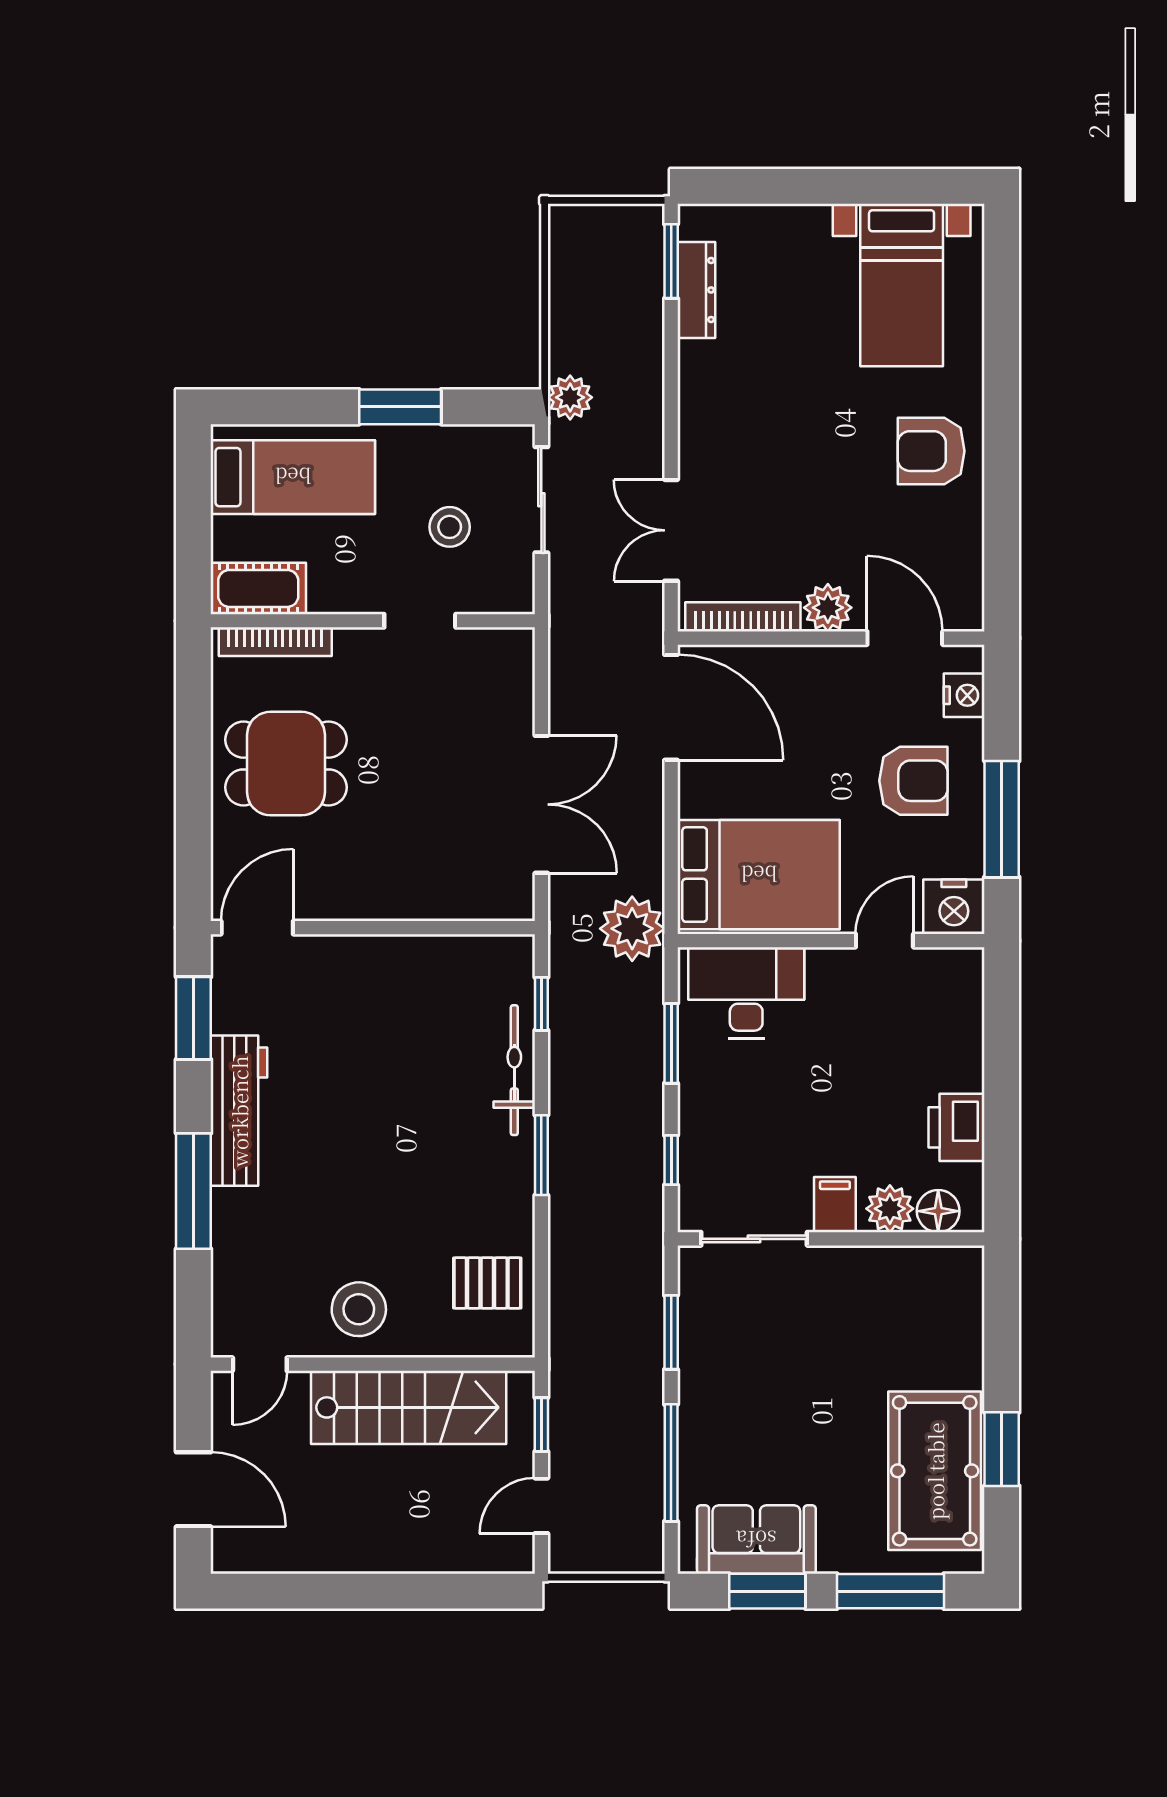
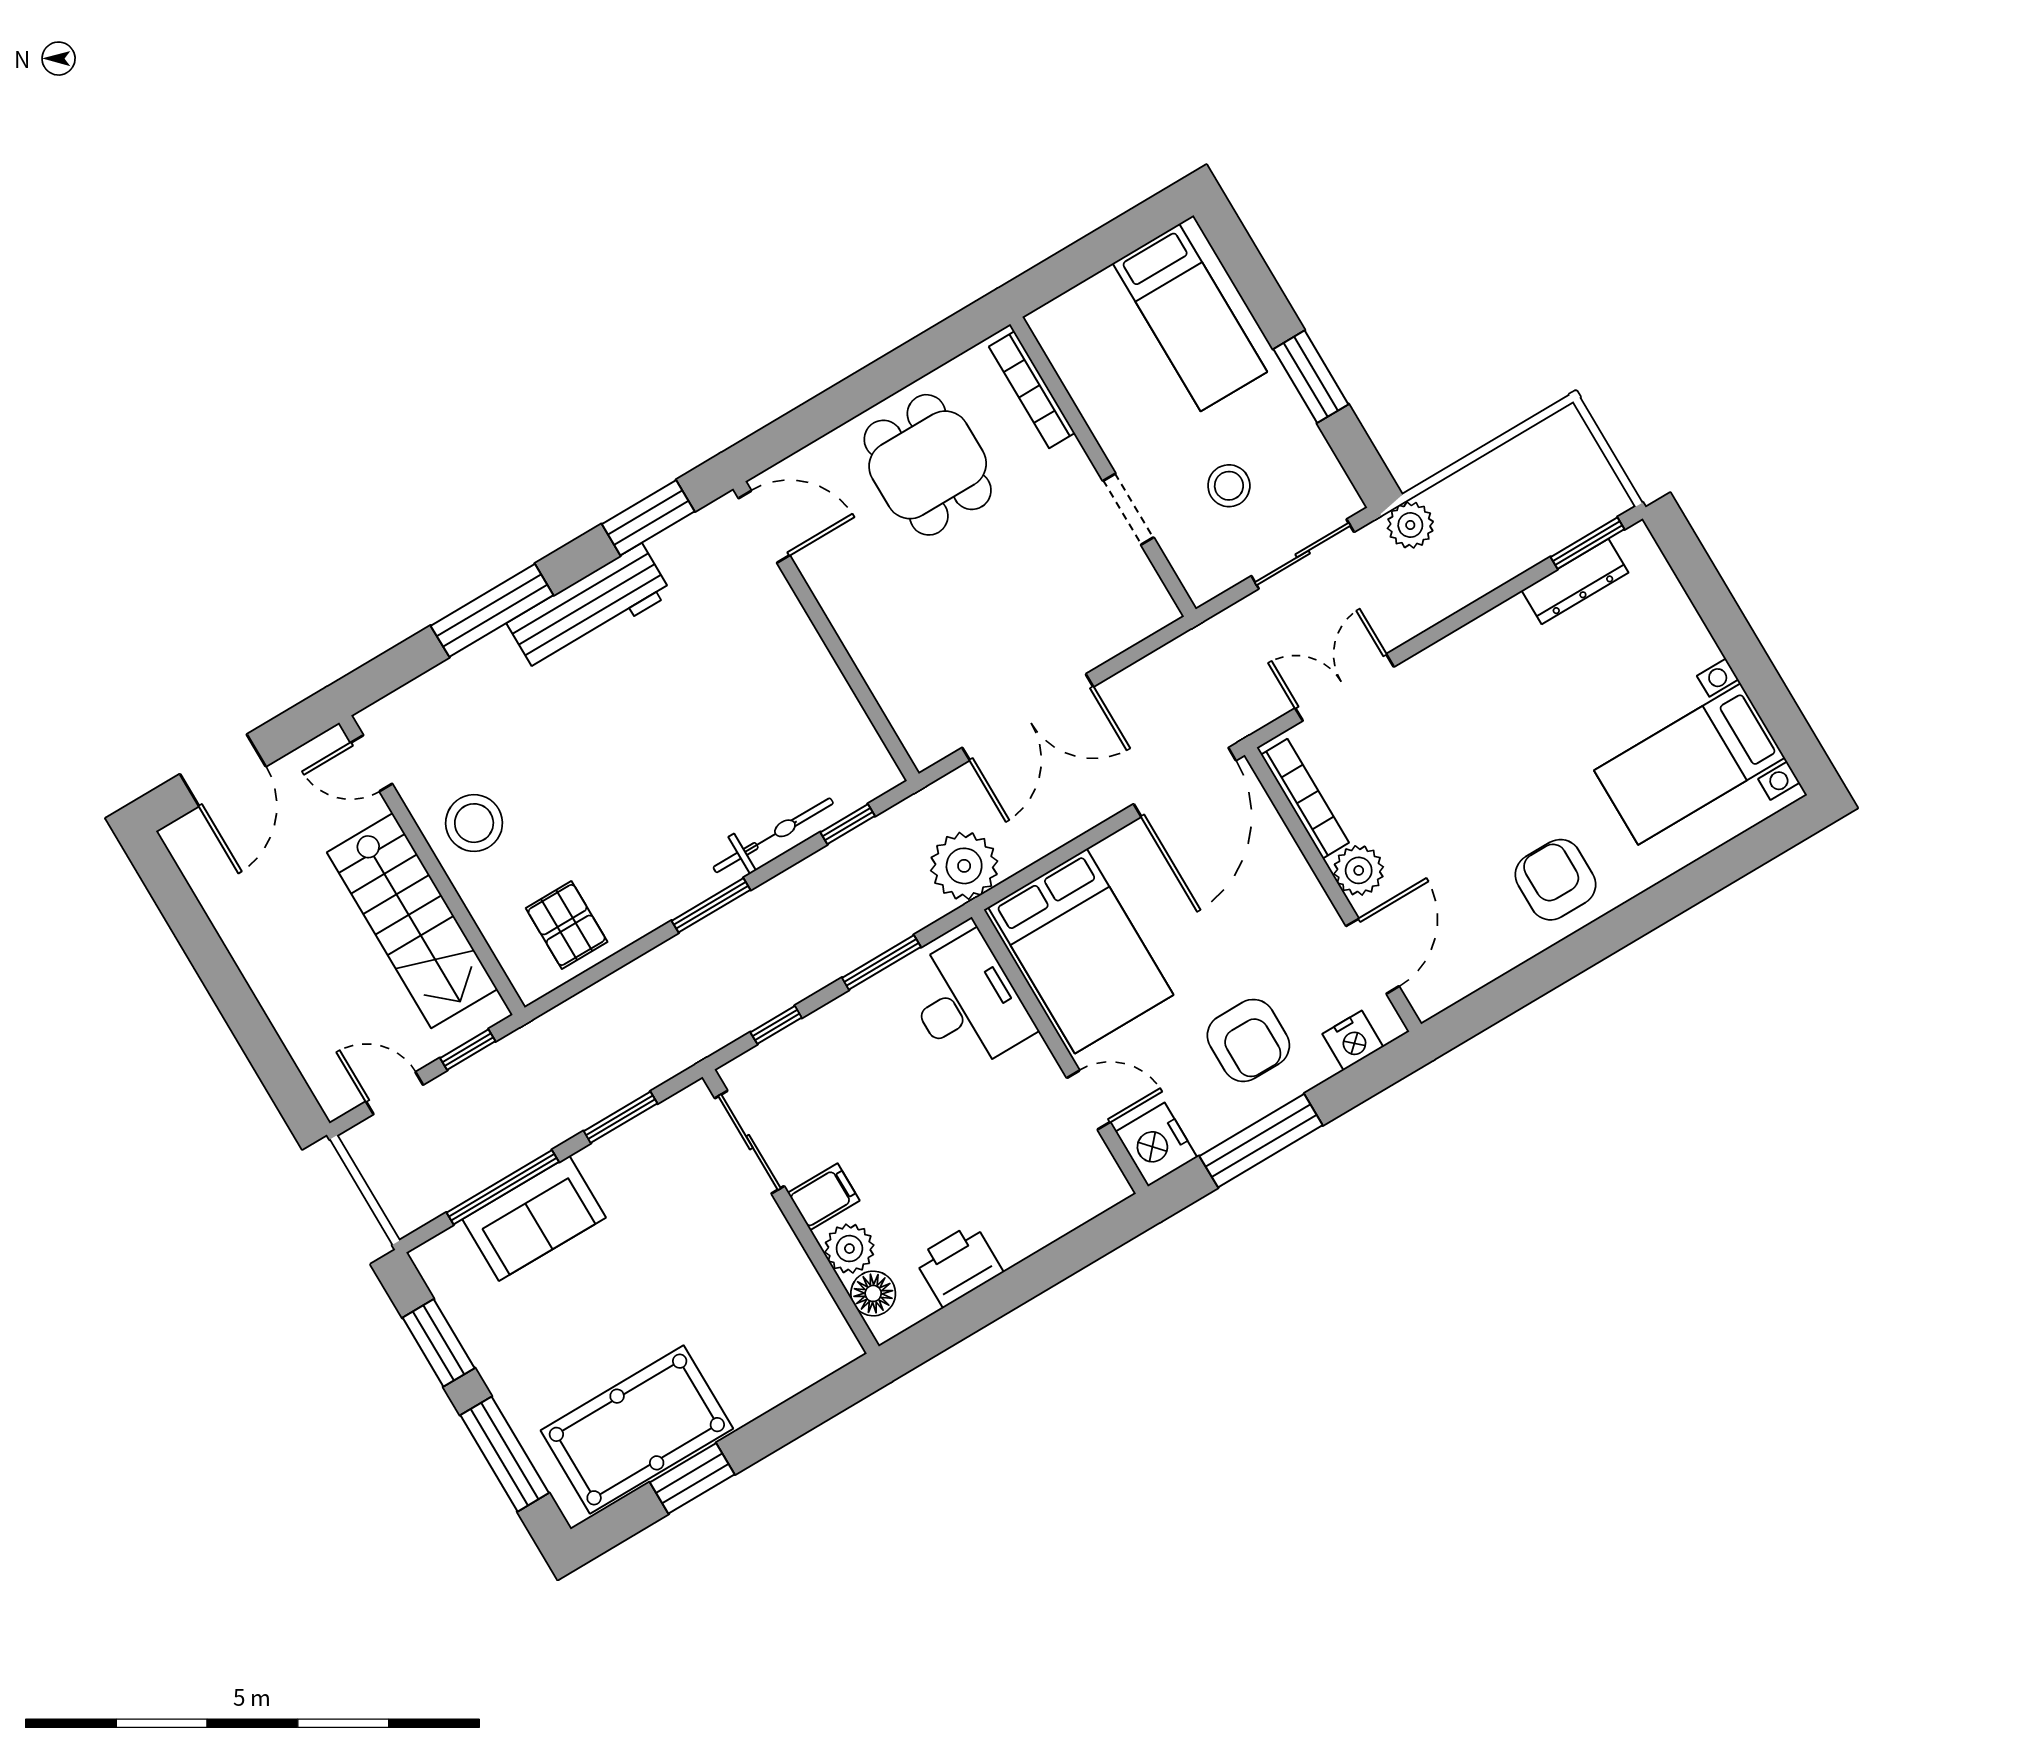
cot: (258, 588) -> (1071, 346), removed
sofa: (756, 1540) -> (534, 1218), moved, turned 90

